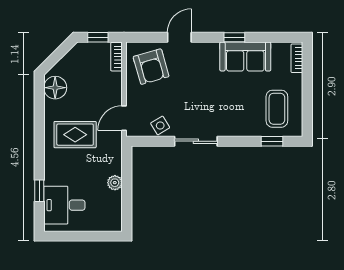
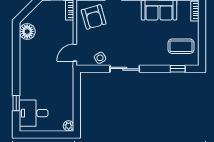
coffee table: (277, 109) -> (181, 46), turned 90
rug: (75, 135) -> (41, 64), removed
plant: (115, 183) -> (69, 126), moved

